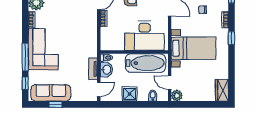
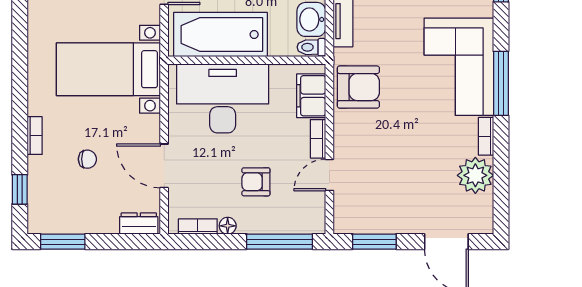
filing cabinet: (107, 37) -> (311, 96), added
window: (231, 38) -> (20, 93), removed
armchair: (86, 41) -> (358, 87), added
window: (25, 57) -> (501, 83), moved

